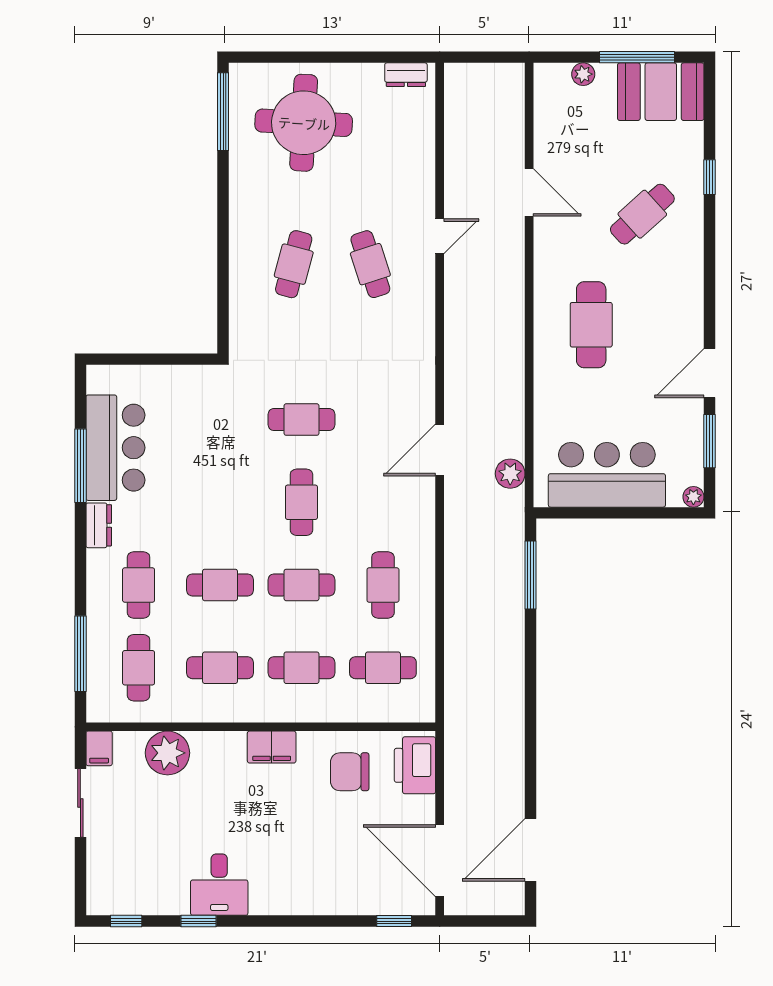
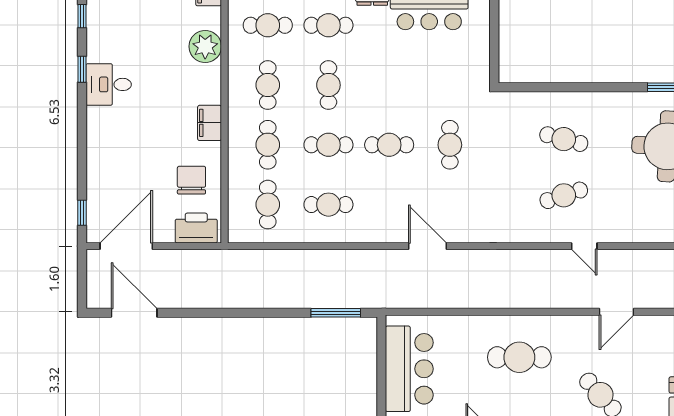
plant: (510, 474) -> (410, 298), removed
cafe table: (301, 585) -> (328, 145), turned 90

